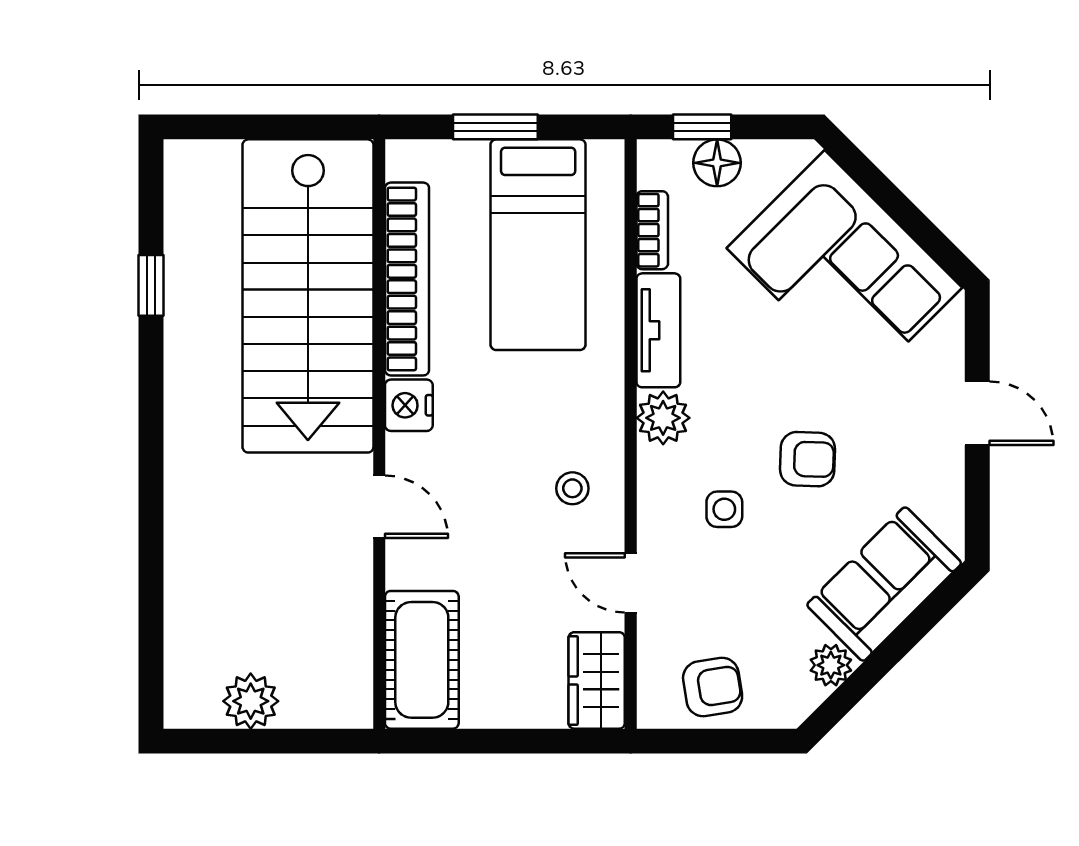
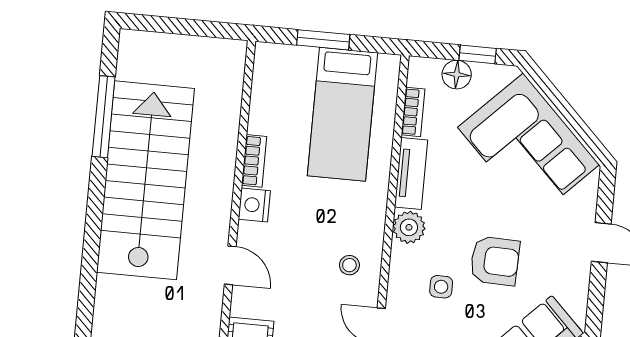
window: (702, 127) -> (478, 54), moved
bookcase: (407, 279) -> (254, 161), width x0.43, depth x0.76
window: (151, 285) -> (104, 117), width x2.17
stairs: (308, 296) -> (145, 180), moved, turned 180
armchair: (807, 459) -> (495, 261), width x1.38, depth x1.38

